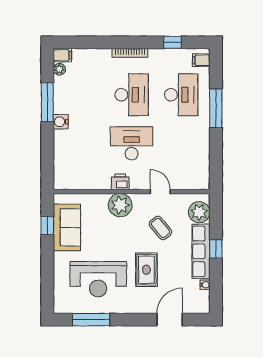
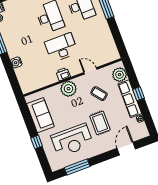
water cooler: (61, 122) -> (16, 62), moved
window: (47, 226) -> (37, 142), moved

